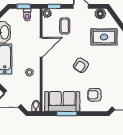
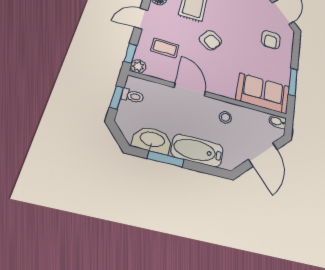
armchair: (81, 65) -> (210, 40), moved
sofa: (62, 101) -> (263, 93), moved, turned 90

